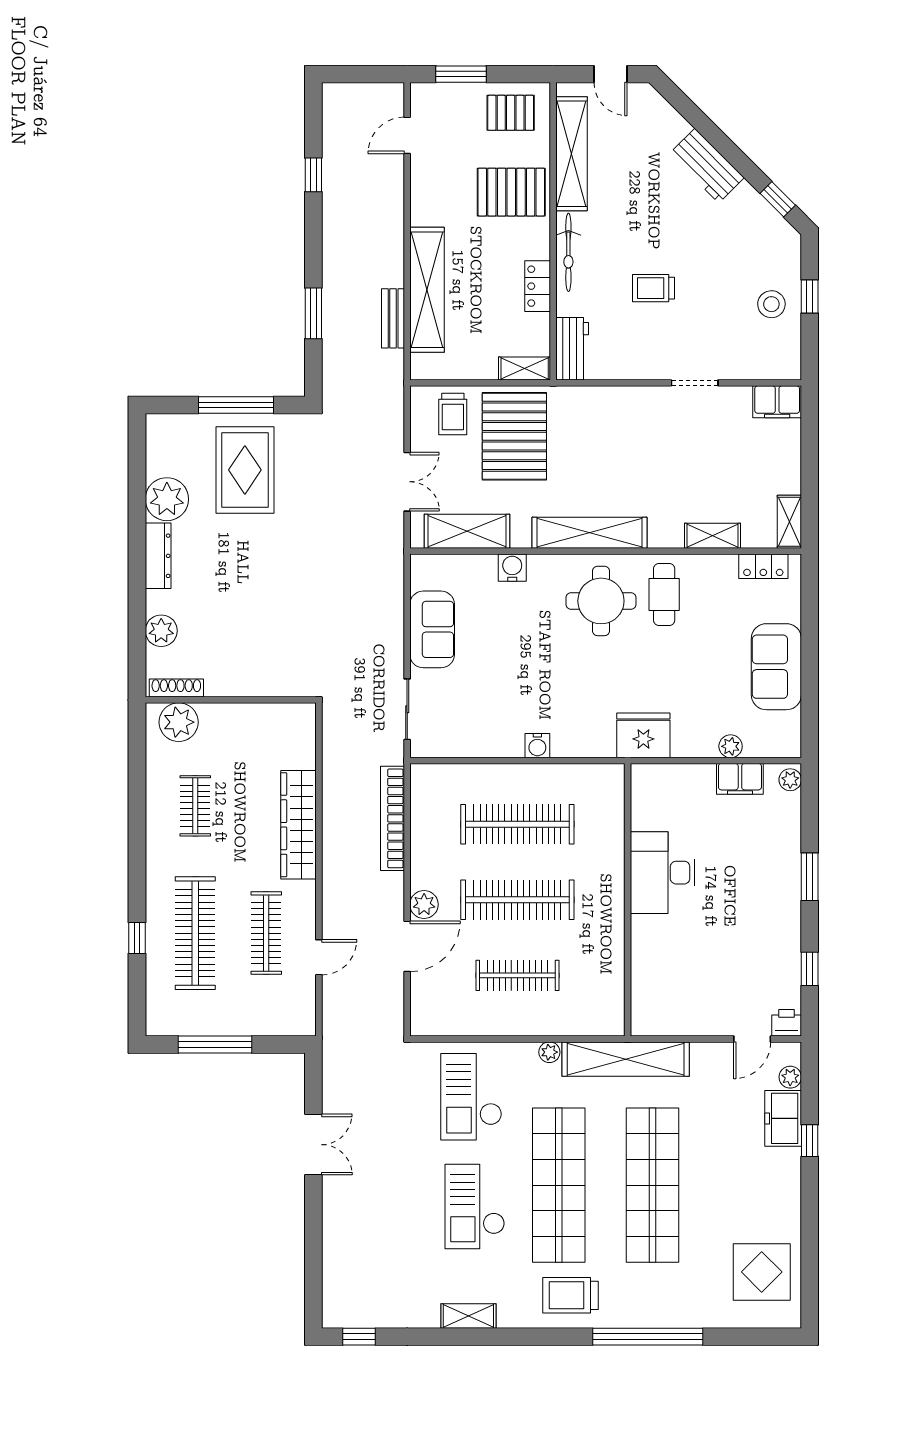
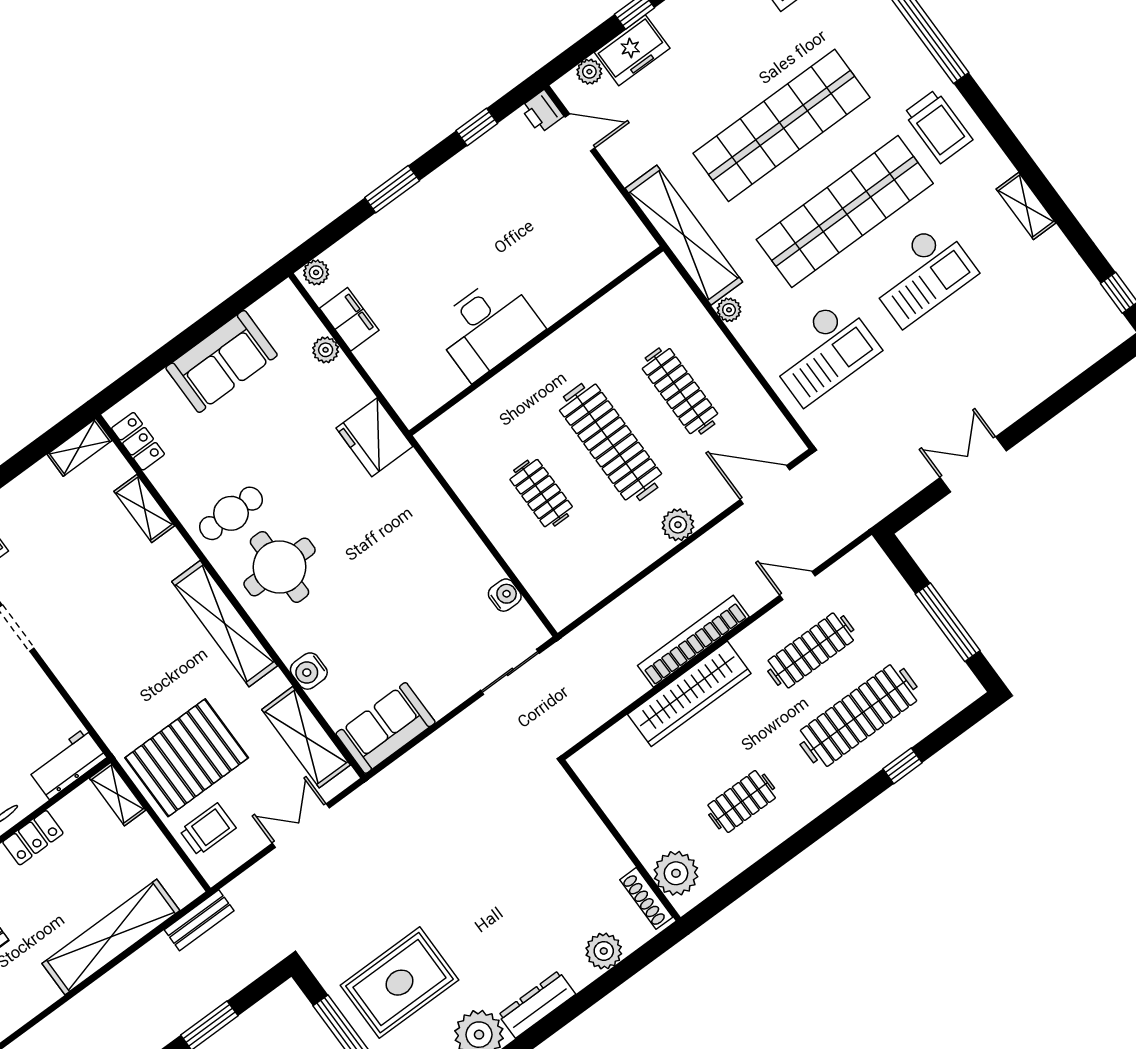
bench: (393, 318) -> (199, 920), moved
sofa: (432, 629) -> (386, 728), moved
water cooler: (537, 746) -> (505, 595), moved
bookcase: (393, 818) -> (693, 641), moved, turned 180
clothes rail: (517, 824) -> (541, 493), width x0.54, depth x0.76
door: (407, 946) -> (765, 485), moved

